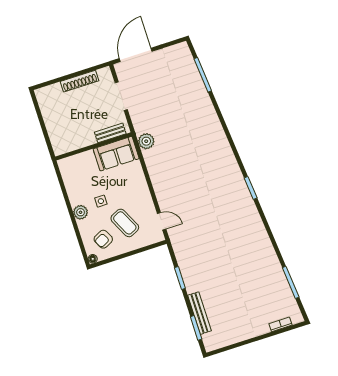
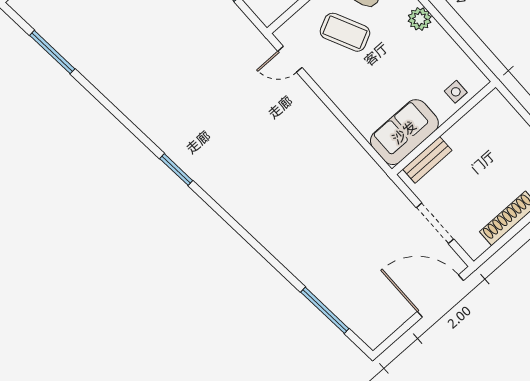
door: (136, 55) -> (440, 296), swing flipped
plant: (146, 141) -> (367, 171), removed
side table: (101, 201) -> (456, 92), moved

